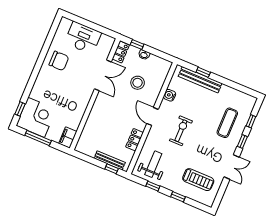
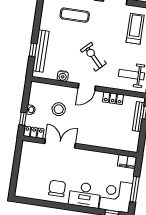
desk: (83, 38) -> (85, 195), moved, turned -90
exercise bike: (181, 131) -> (93, 57), turned 46

